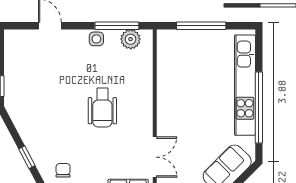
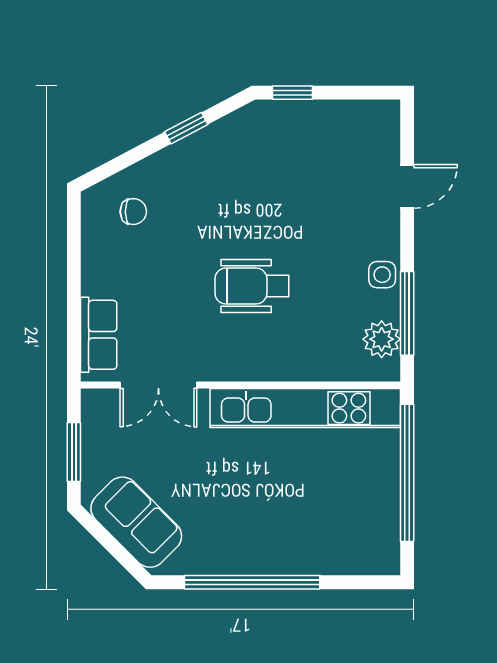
window: (201, 26) -> (407, 473), width x1.46
kitchen unit: (245, 85) -> (305, 408), moved, turned 180
window: (27, 157) -> (186, 128), moved

